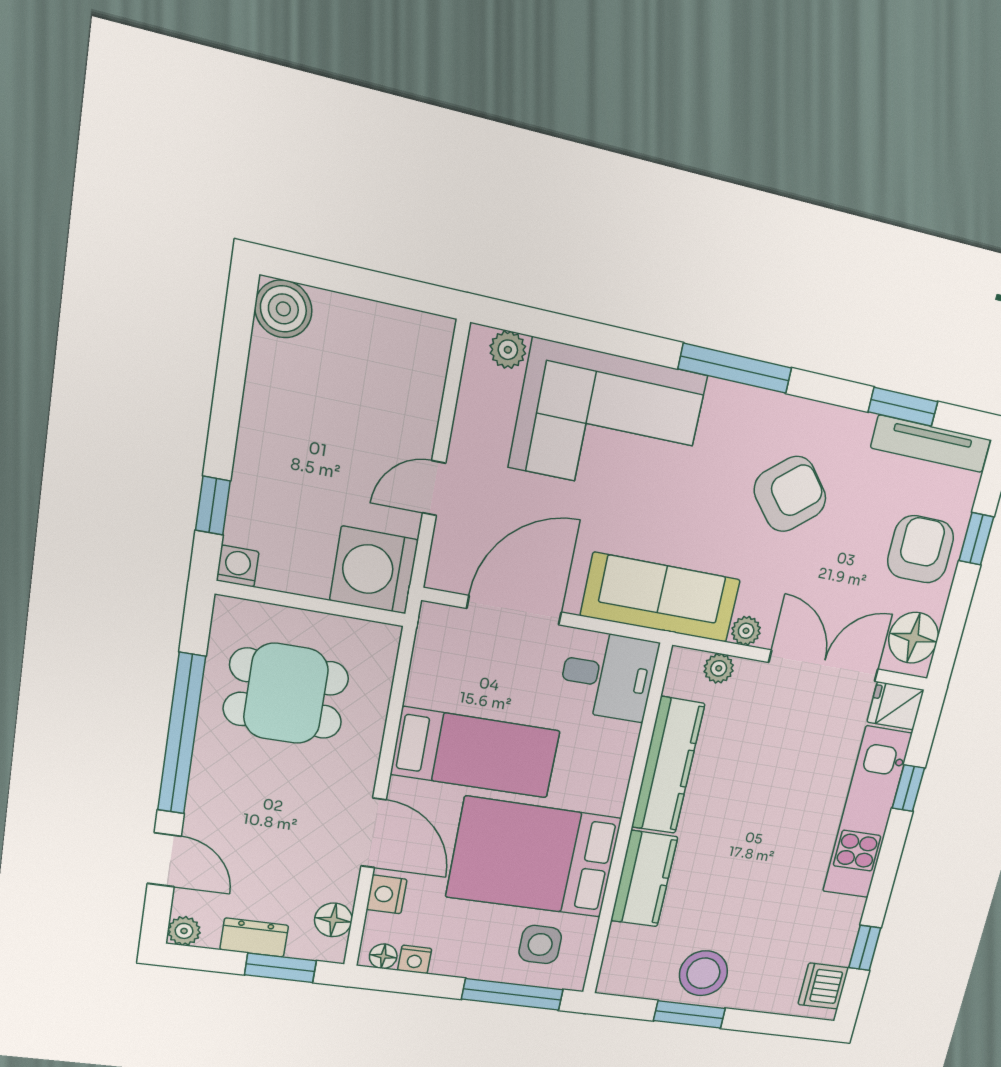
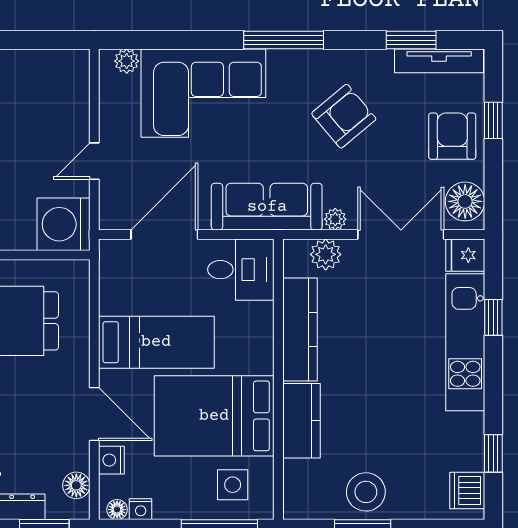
plant: (719, 668) -> (326, 254), width x1.38, depth x1.38

